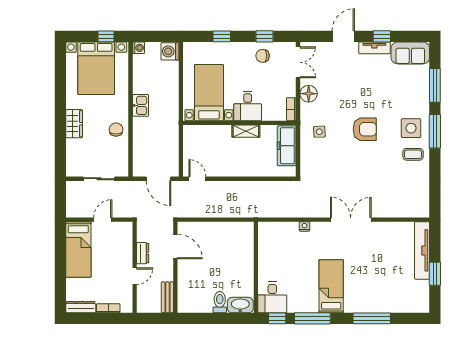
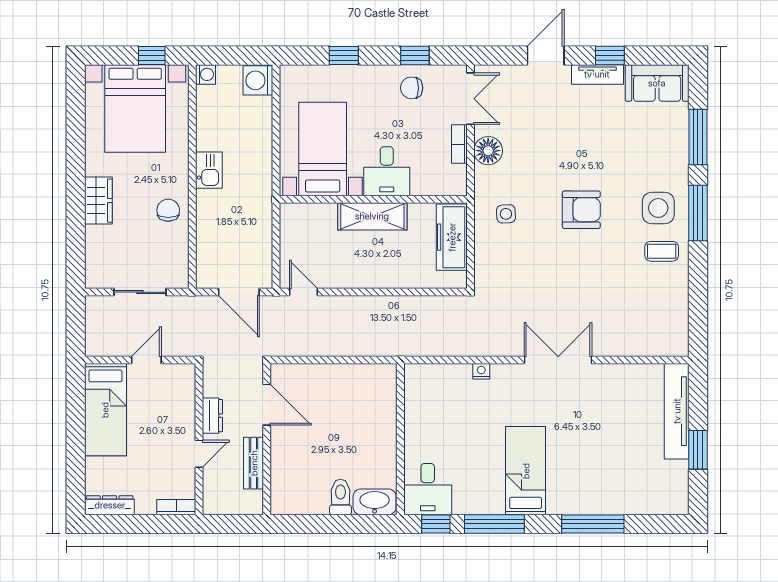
bookcase: (291, 109) -> (459, 144), moved
shelving: (246, 131) -> (372, 216), width x1.50, depth x1.33
bench: (167, 297) -> (254, 463), moved
bookcase: (108, 308) -> (176, 507), moved

